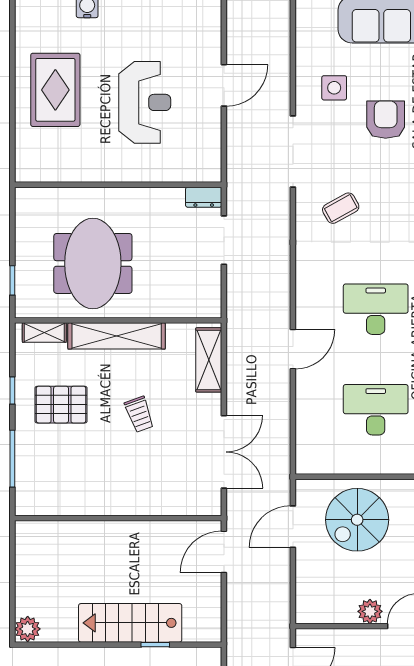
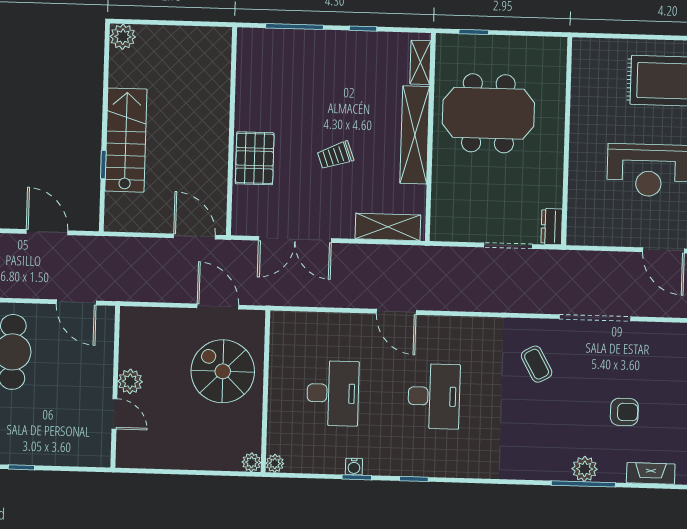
side table: (334, 88) -> (658, 361), removed
armchair: (386, 120) -> (624, 412), width x0.72, depth x0.72
pallet: (61, 405) -> (255, 158), moved

